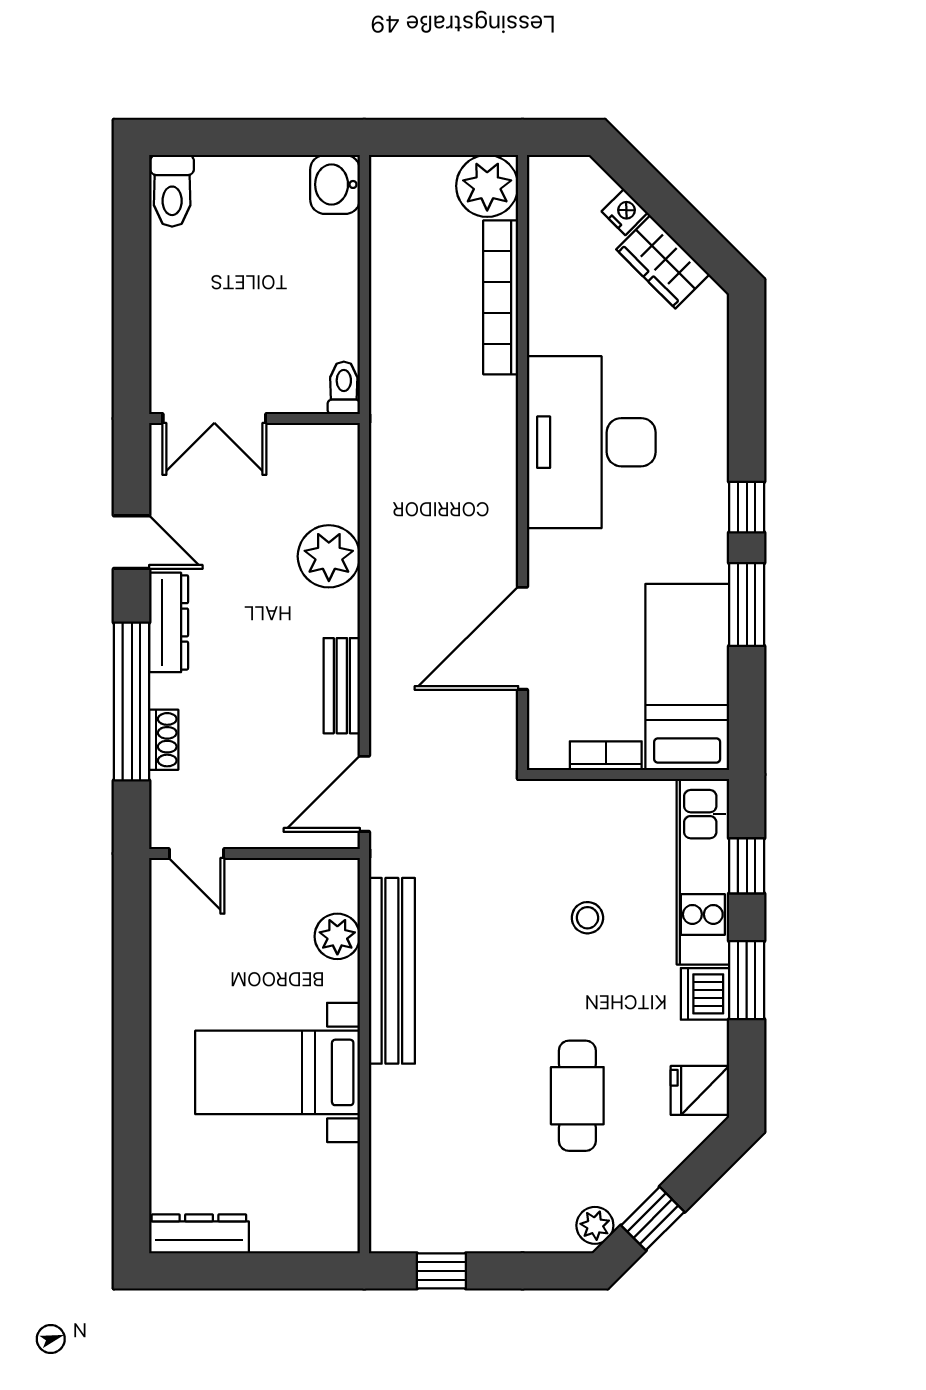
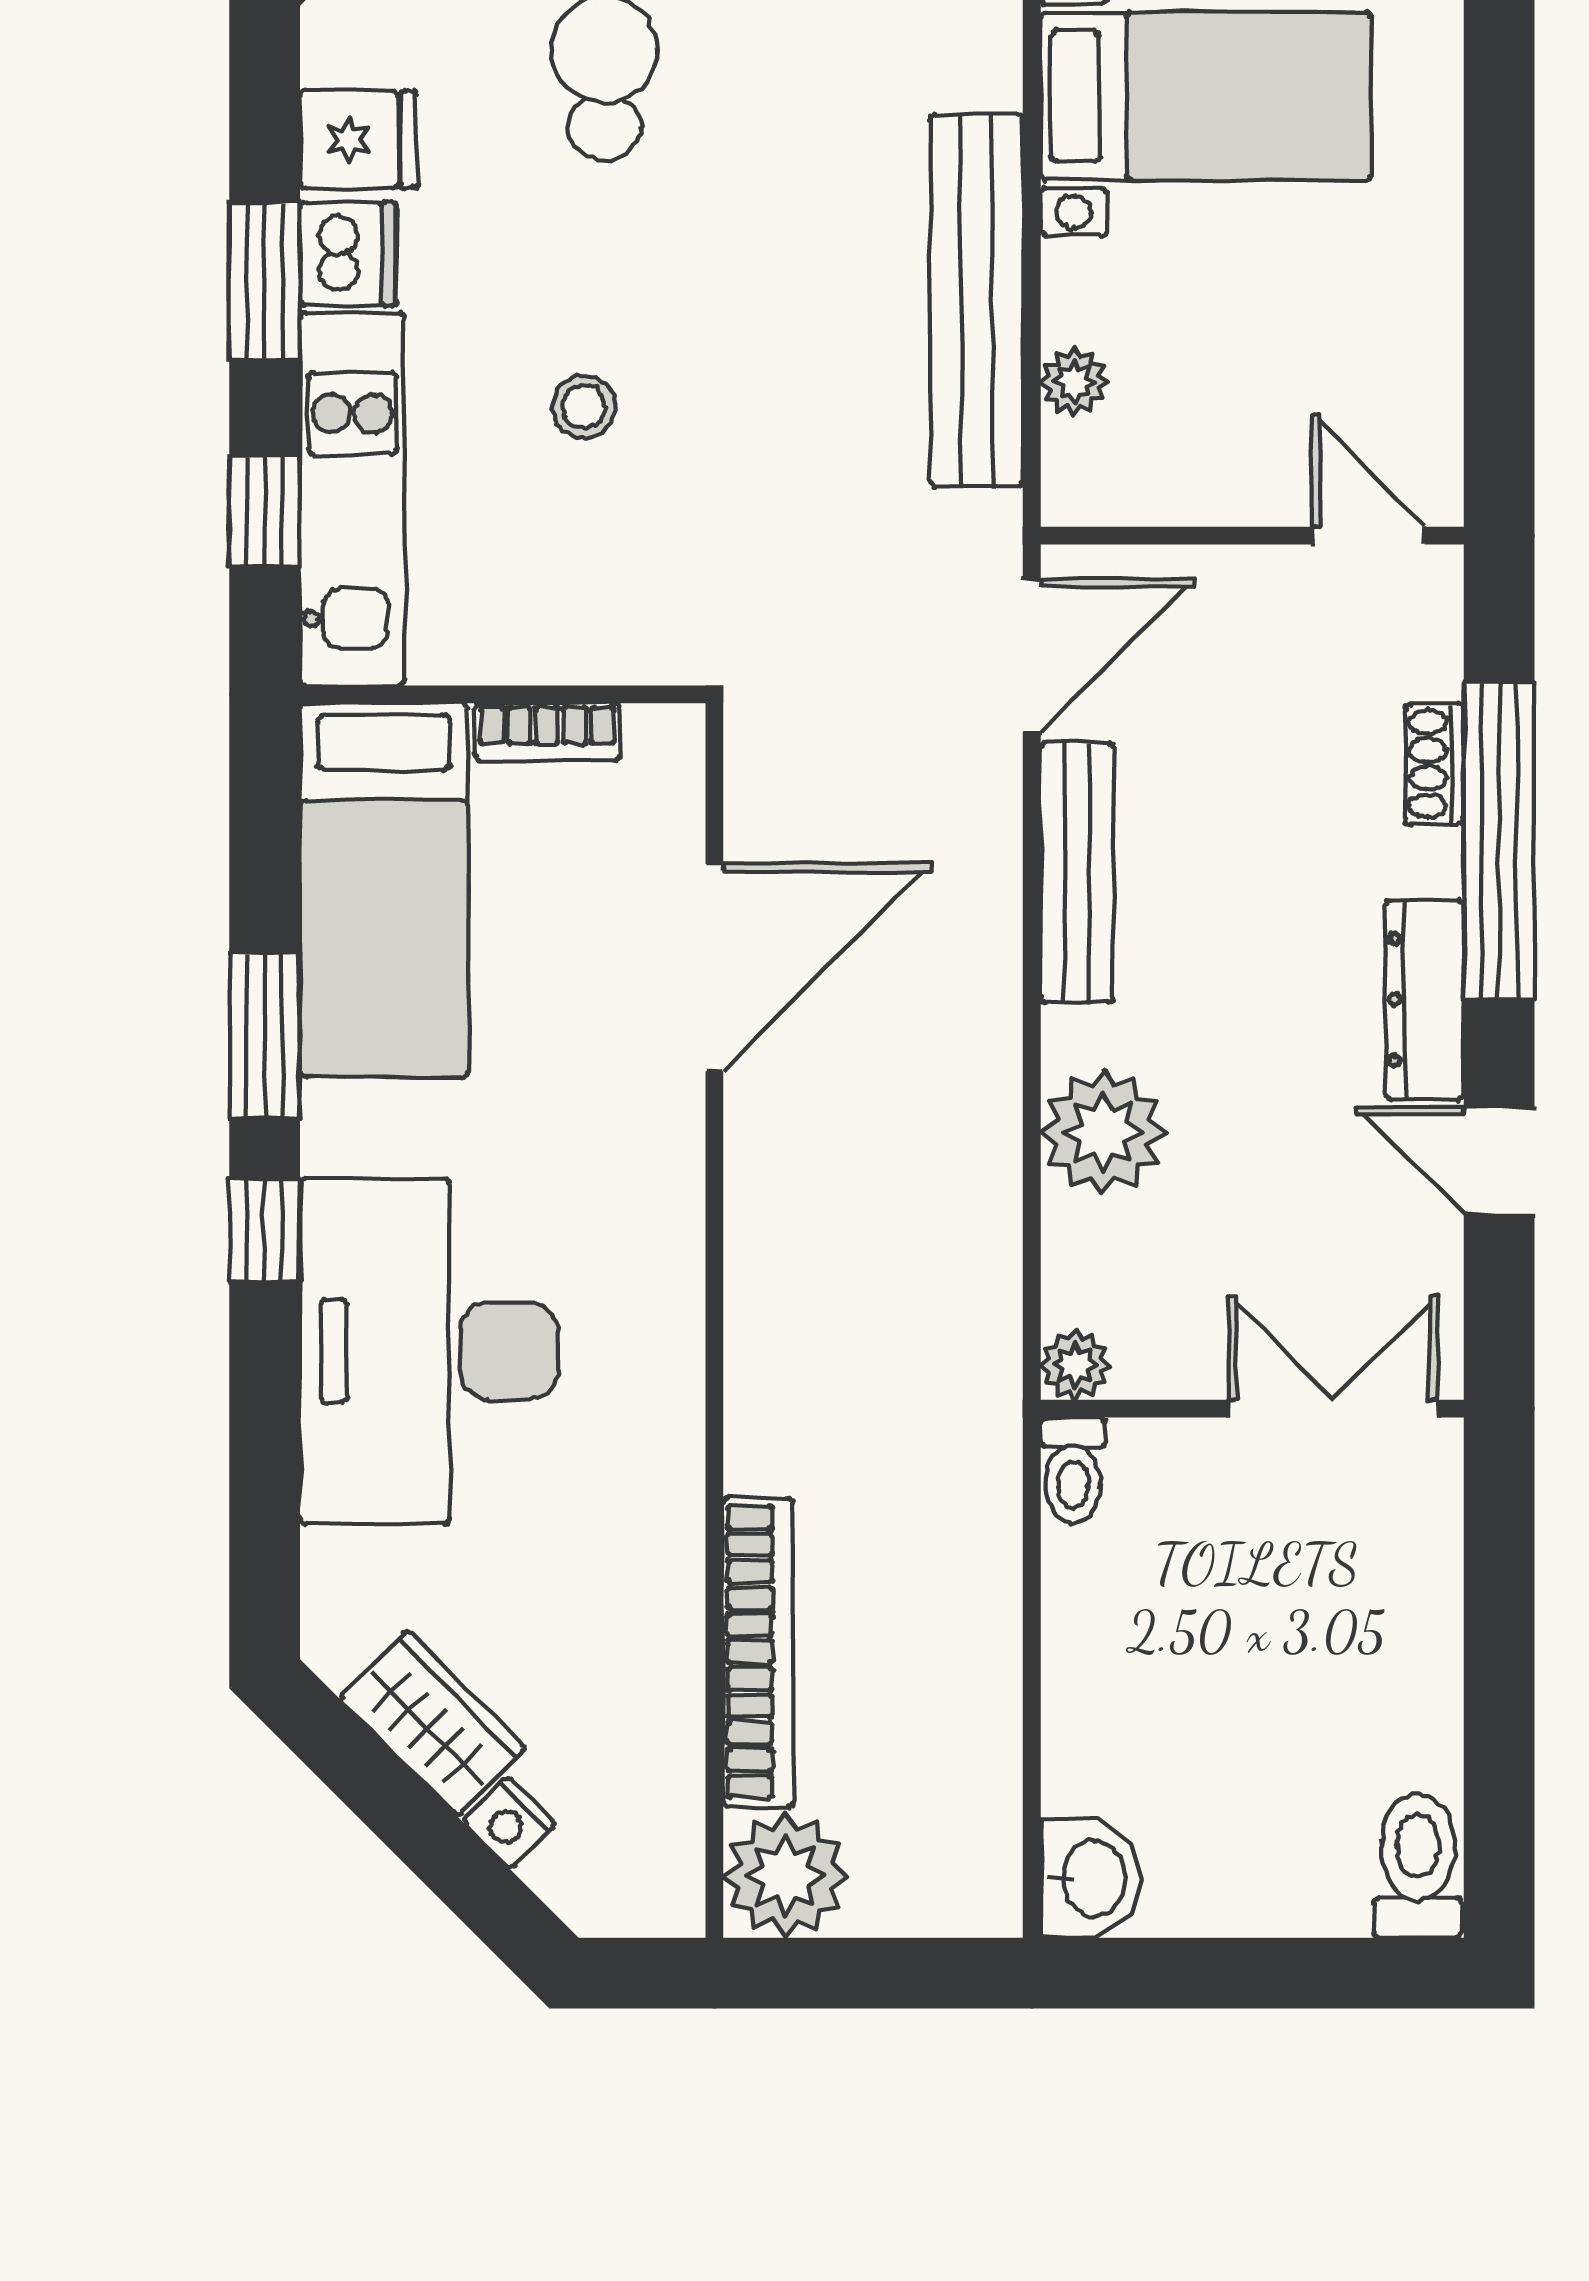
plant: (343, 440) -> (1075, 1365), added
desk: (591, 442) -> (429, 1351), moved, turned 180
bench: (342, 686) -> (1077, 872), width x1.36
plant: (337, 936) -> (1074, 382), width x0.73, depth x0.73
fridge: (700, 1090) -> (358, 139), moved

